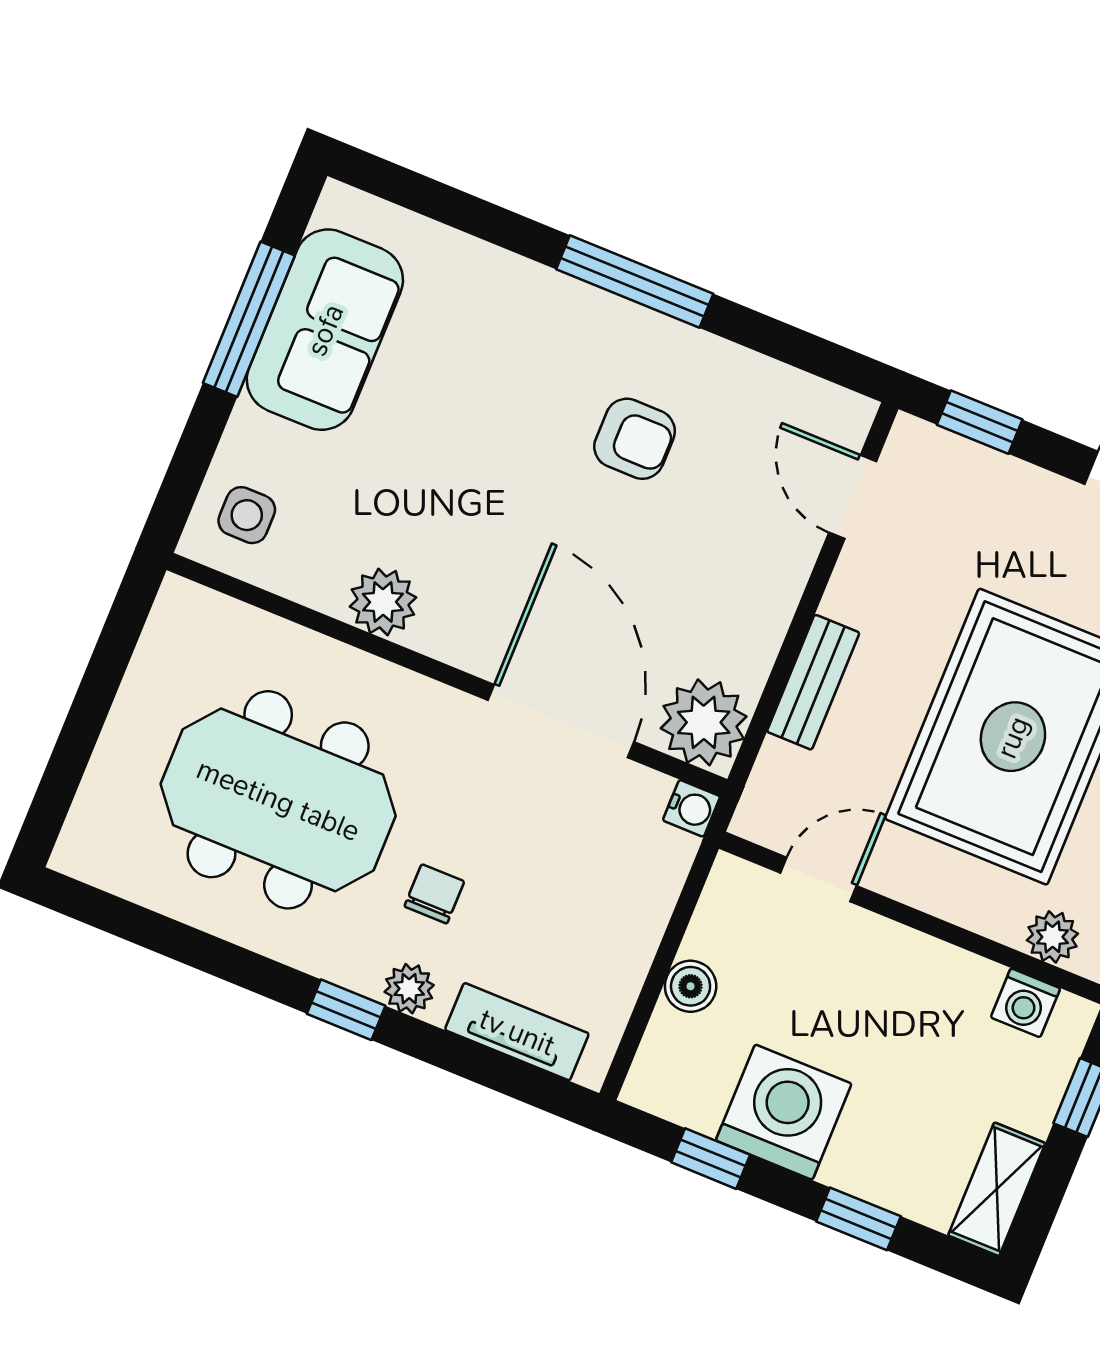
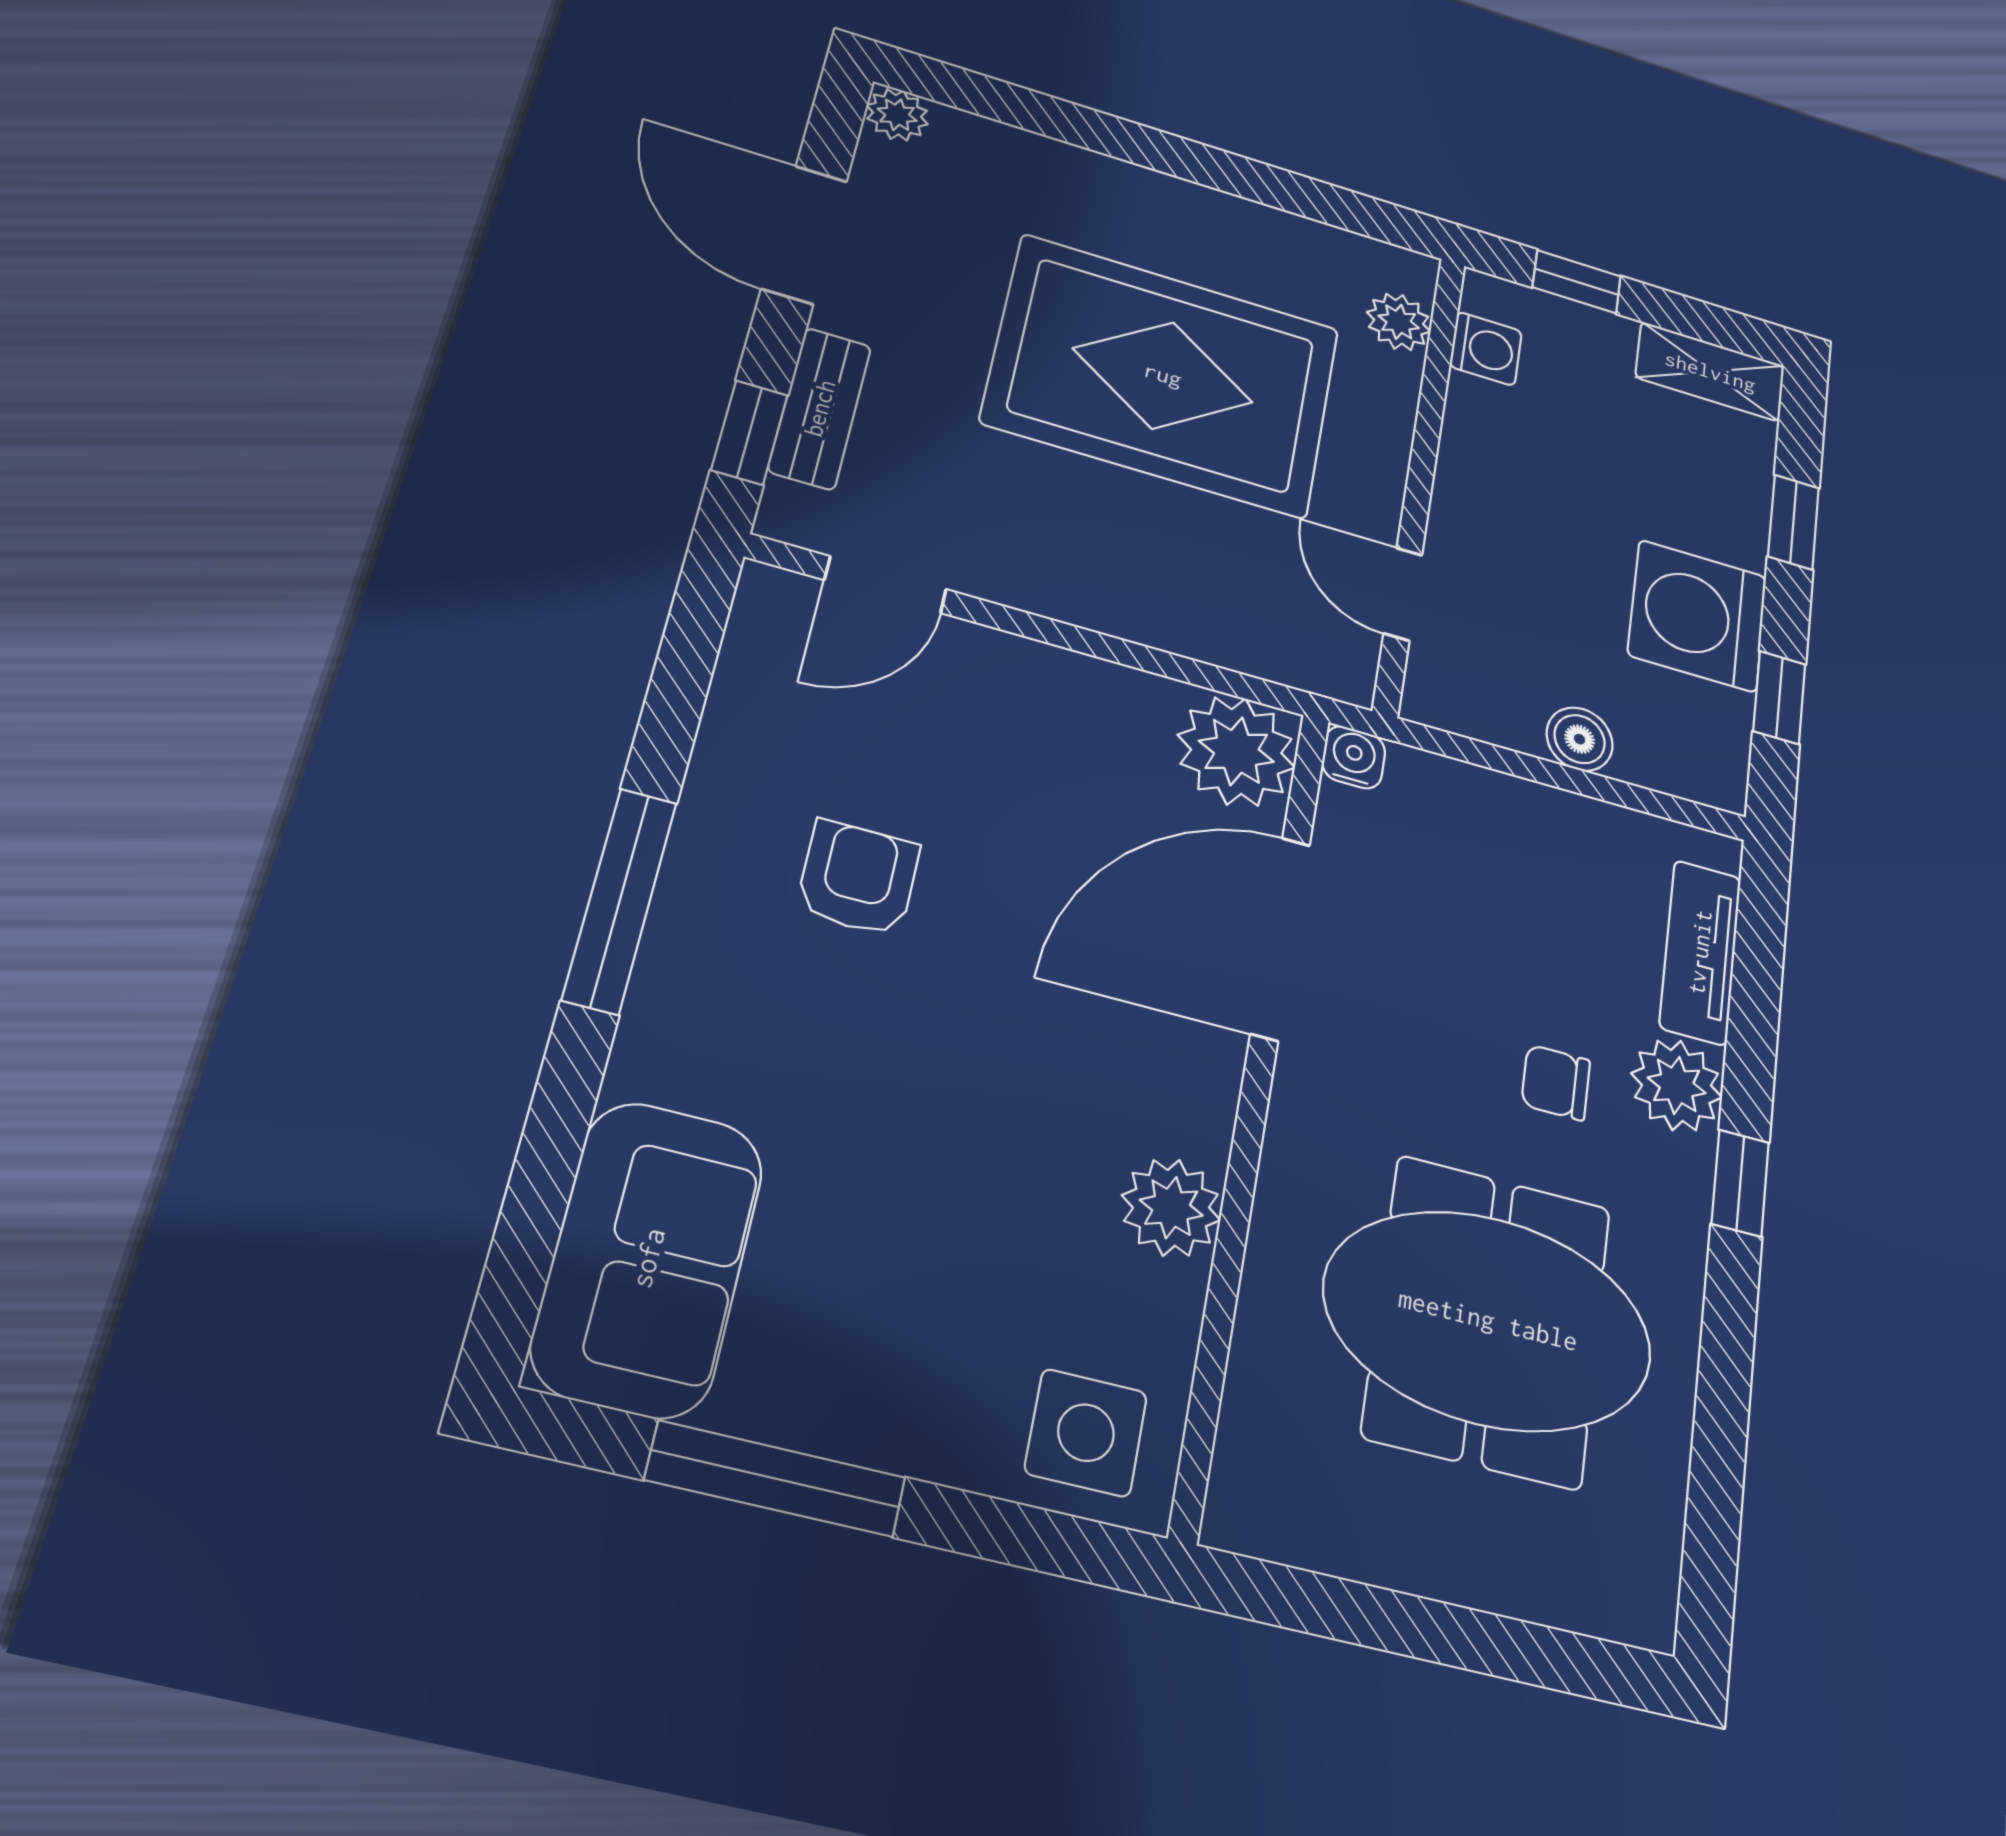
sofa: (325, 330) -> (648, 1258), moved, turned 90
side table: (247, 515) -> (1086, 1433), width x1.37, depth x1.37
bench: (813, 682) -> (820, 408), moved, turned 90
meeting table: (278, 800) -> (1488, 1320), turned 90
plant: (409, 989) -> (1677, 1085), width x1.38, depth x1.38

